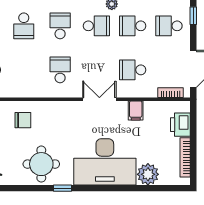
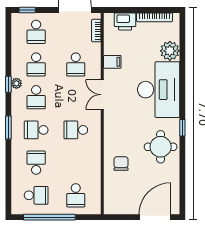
school desk: (24, 26) -> (36, 163), turned -90
school desk: (96, 26) -> (36, 97), turned 180

